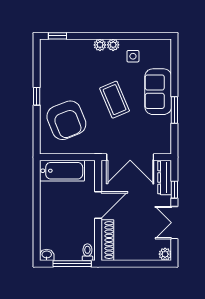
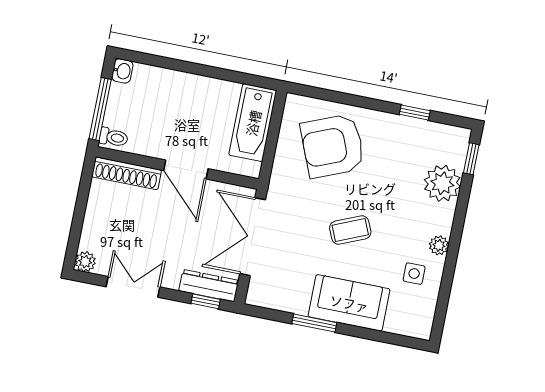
plant: (100, 45) -> (442, 183), moved, width x1.88, depth x1.88
window: (37, 96) -> (415, 113), moved
coffee table: (115, 100) -> (350, 230), width x0.73, depth x0.77
window: (174, 190) -> (206, 301), moved

